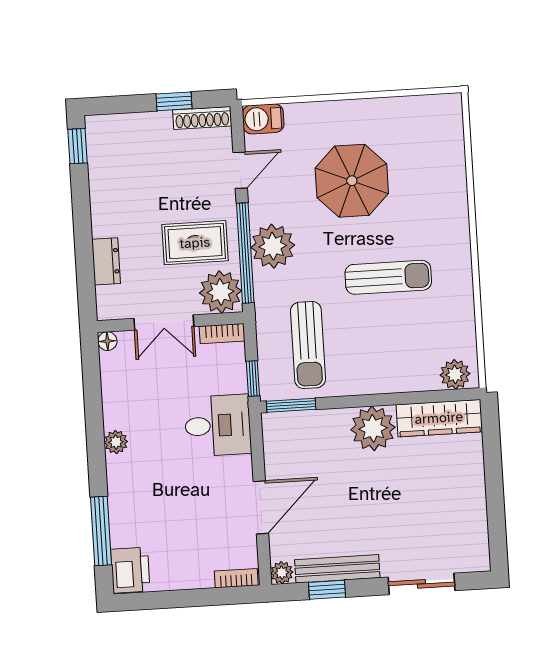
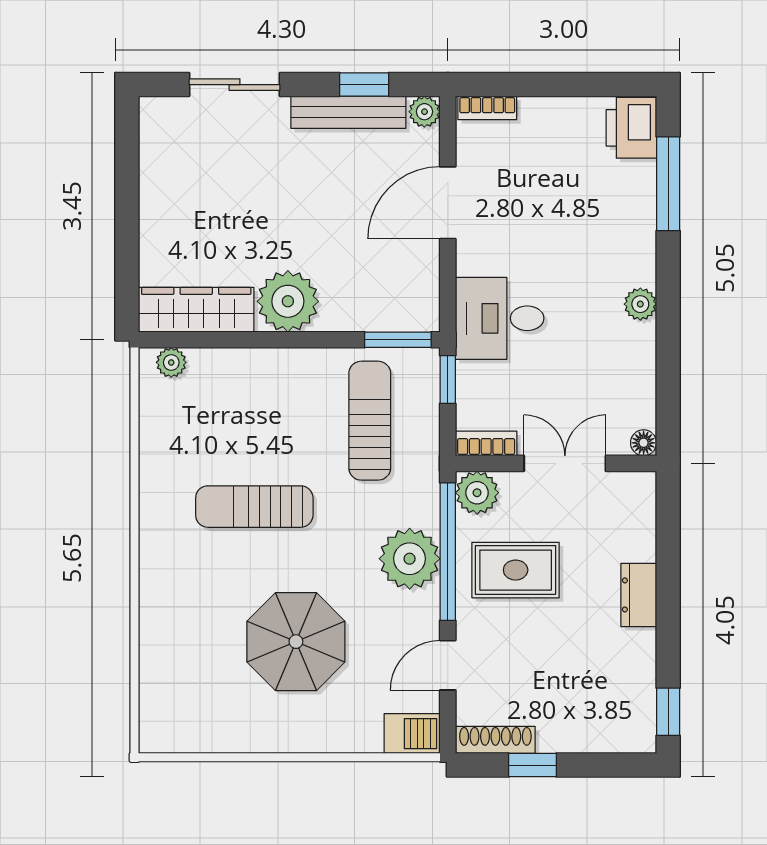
dresser: (106, 261) -> (639, 595), moved
plant: (220, 292) -> (477, 493), width x0.73, depth x0.73
plant: (455, 374) -> (171, 362), width x0.73, depth x0.73

